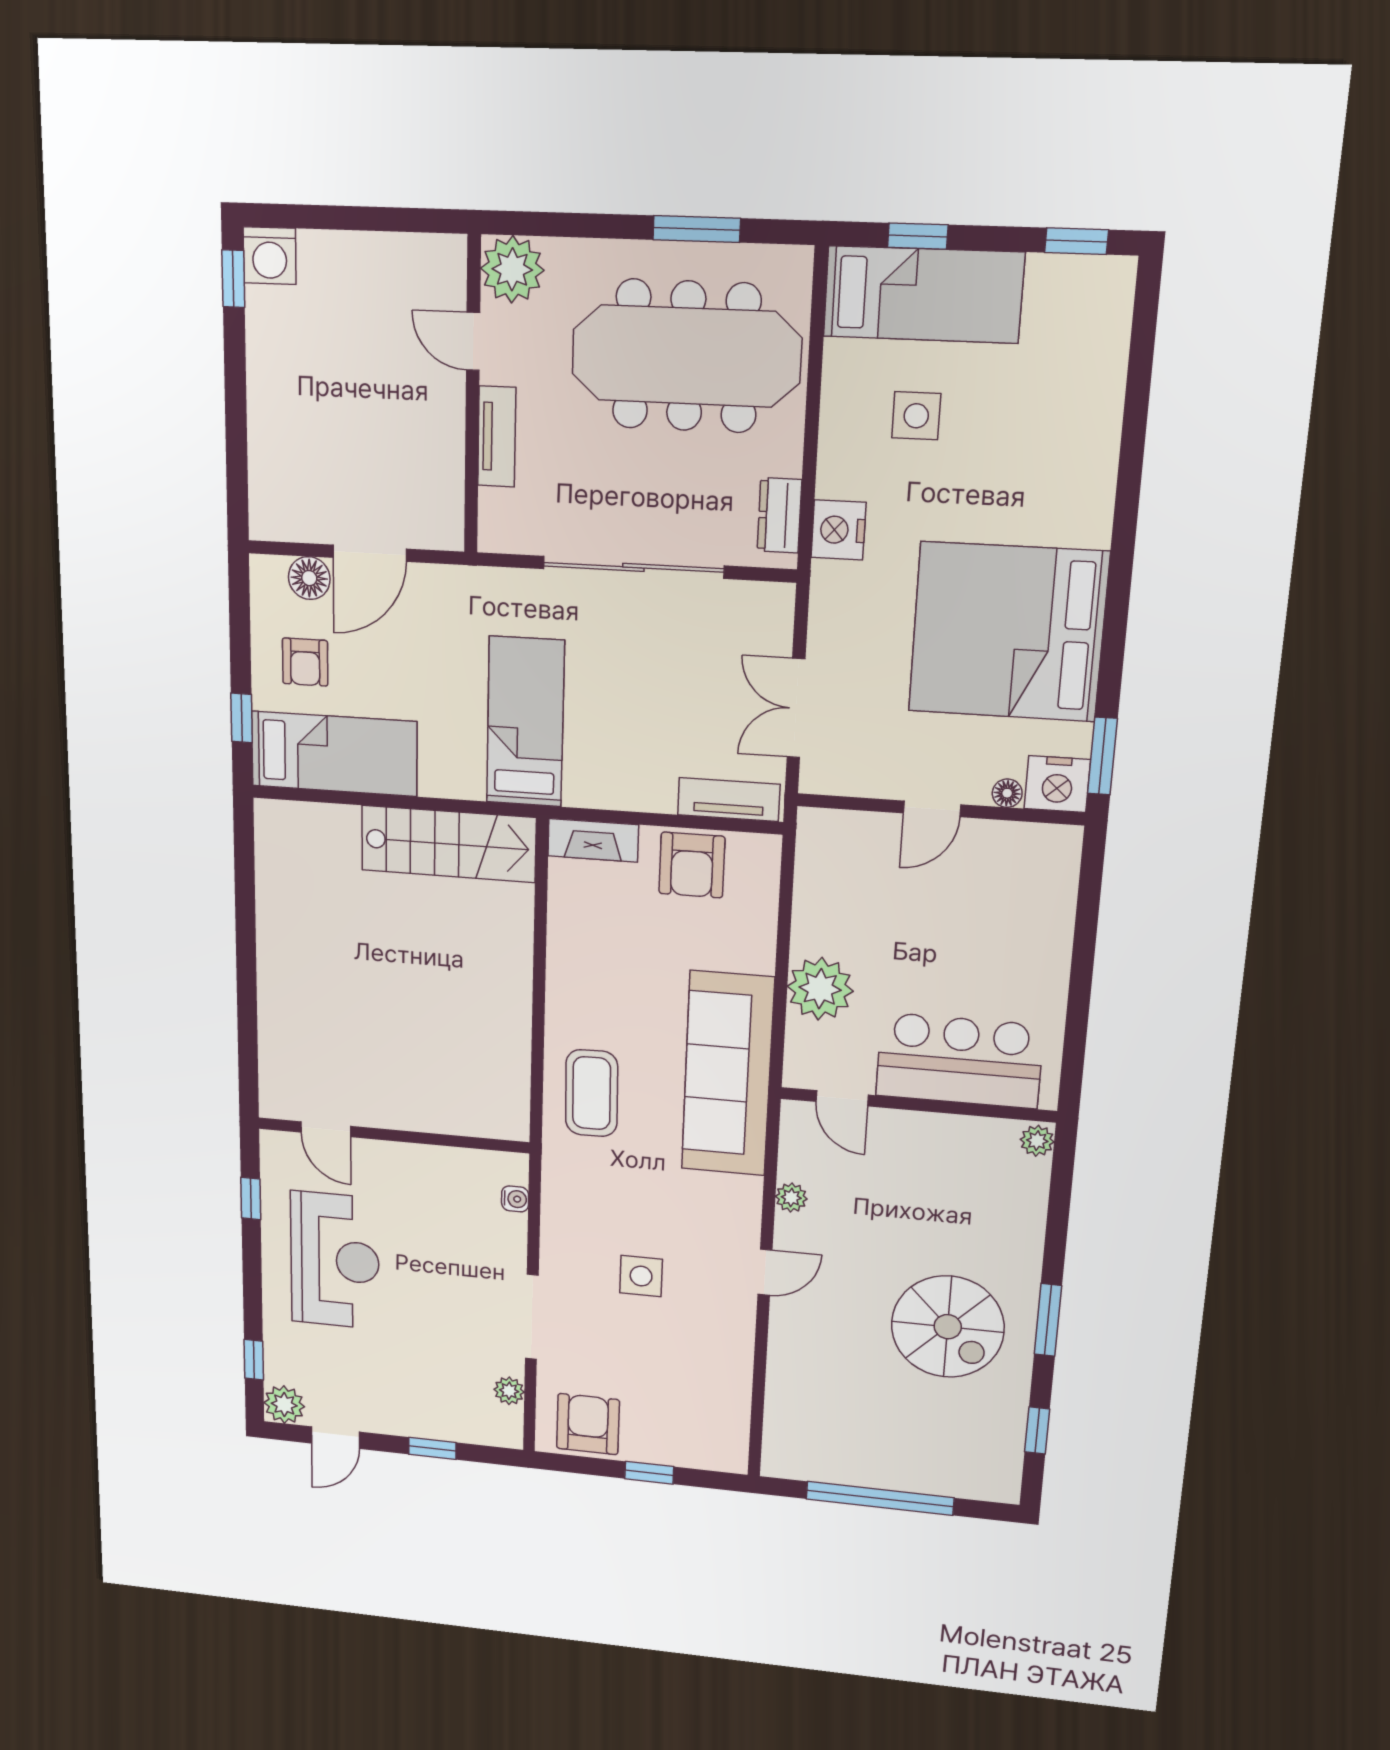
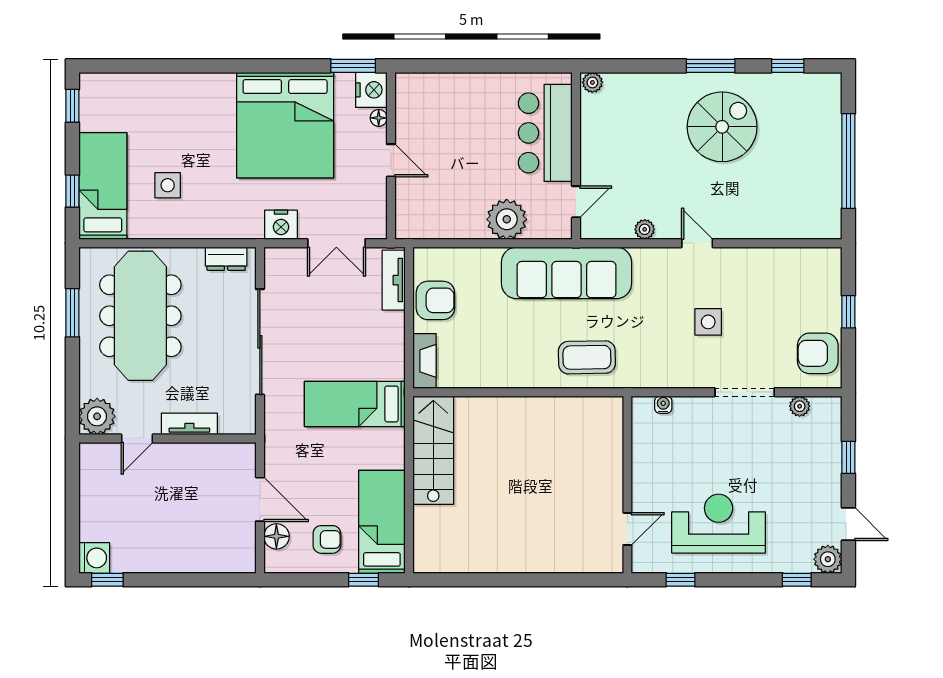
nightstand: (838, 530) -> (281, 225), moved

